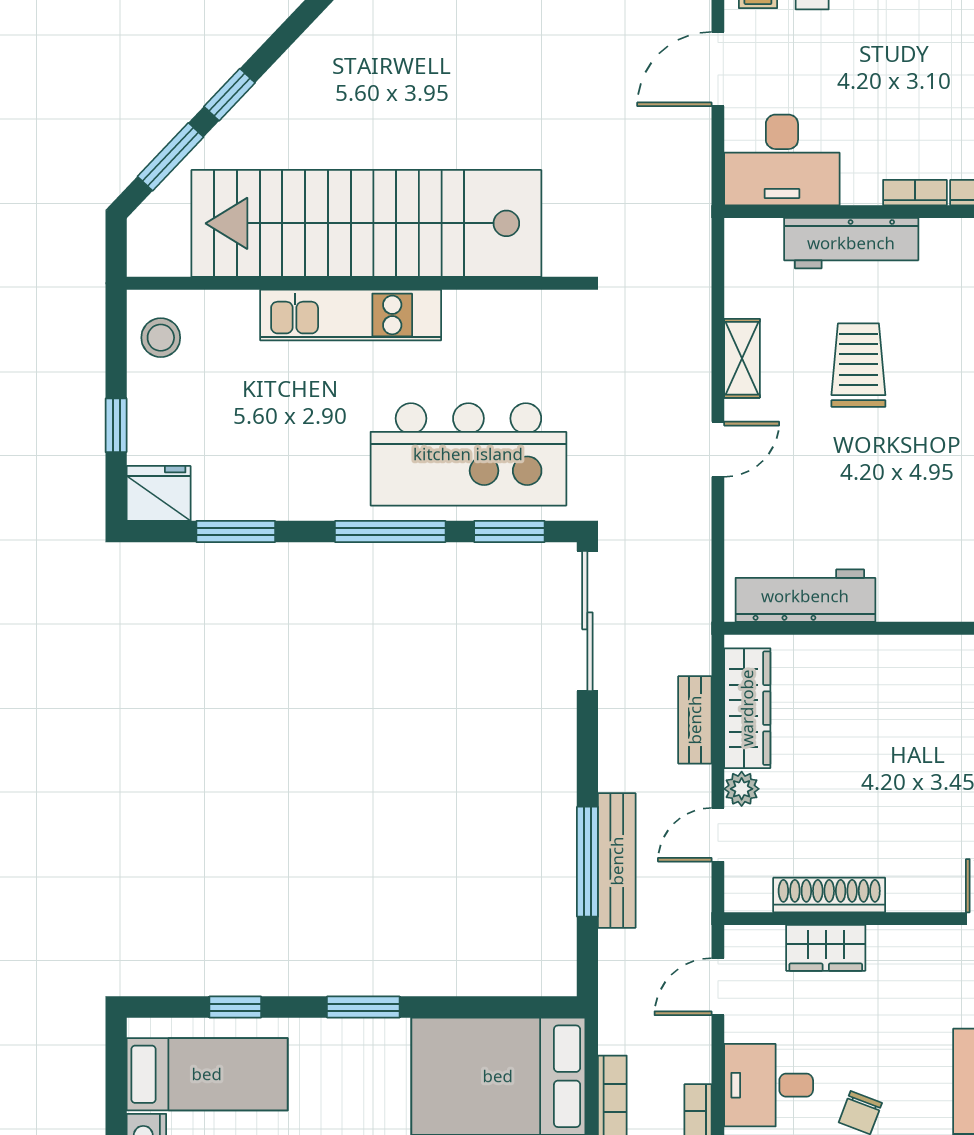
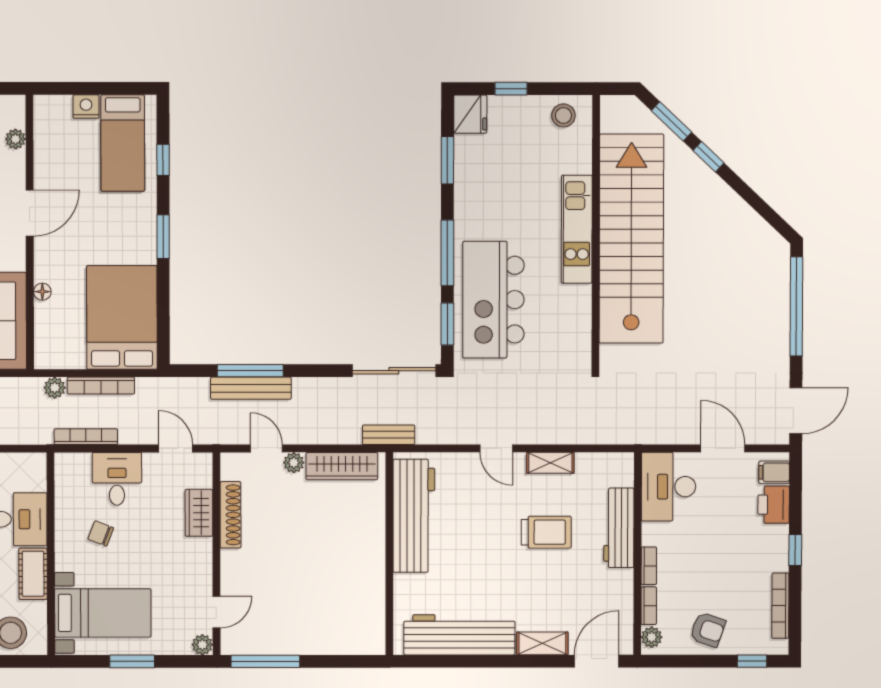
workbench: (805, 596) -> (414, 516), width x1.36, depth x1.32
bench: (695, 720) -> (389, 435), moved

